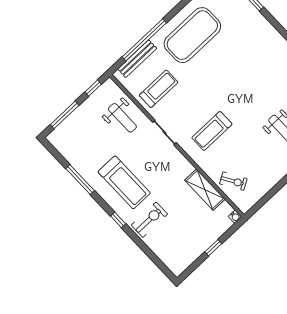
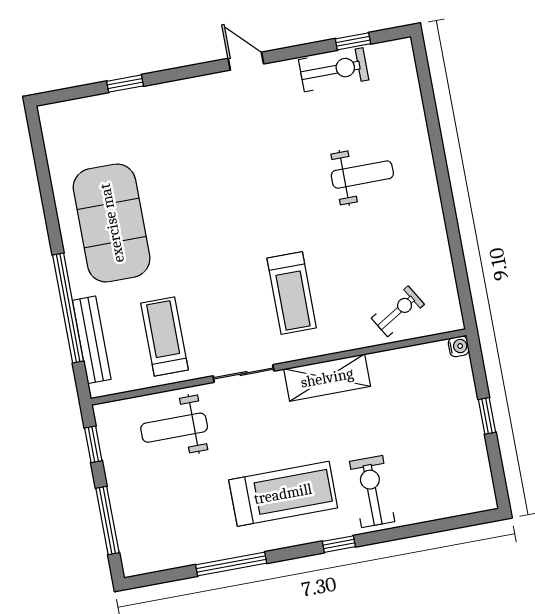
weight bench: (122, 118) -> (174, 428), turned 180
shelving: (205, 190) -> (327, 378), moved

